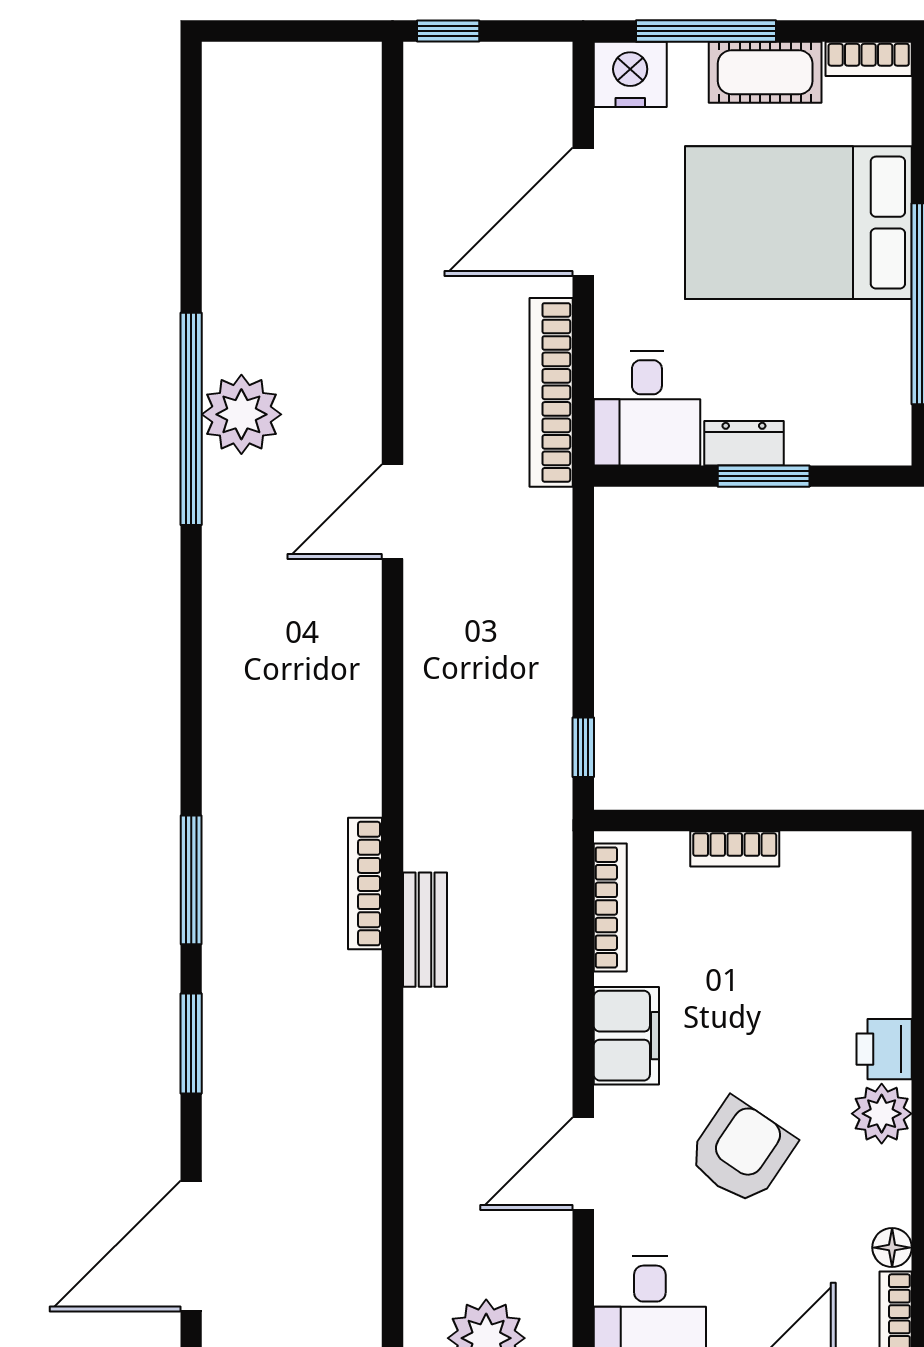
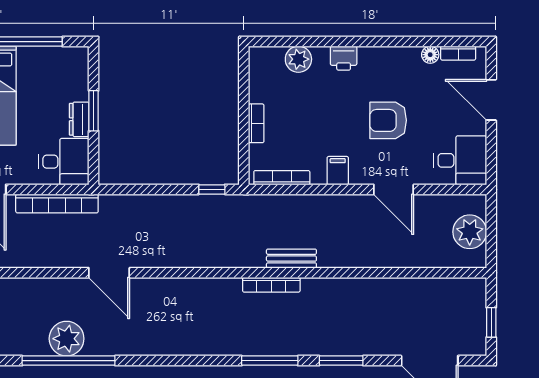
filing cabinet: (626, 1036) -> (338, 171), width x0.50
plant: (882, 1114) -> (298, 59), moved
armchair: (741, 1151) -> (388, 120), turned -34

